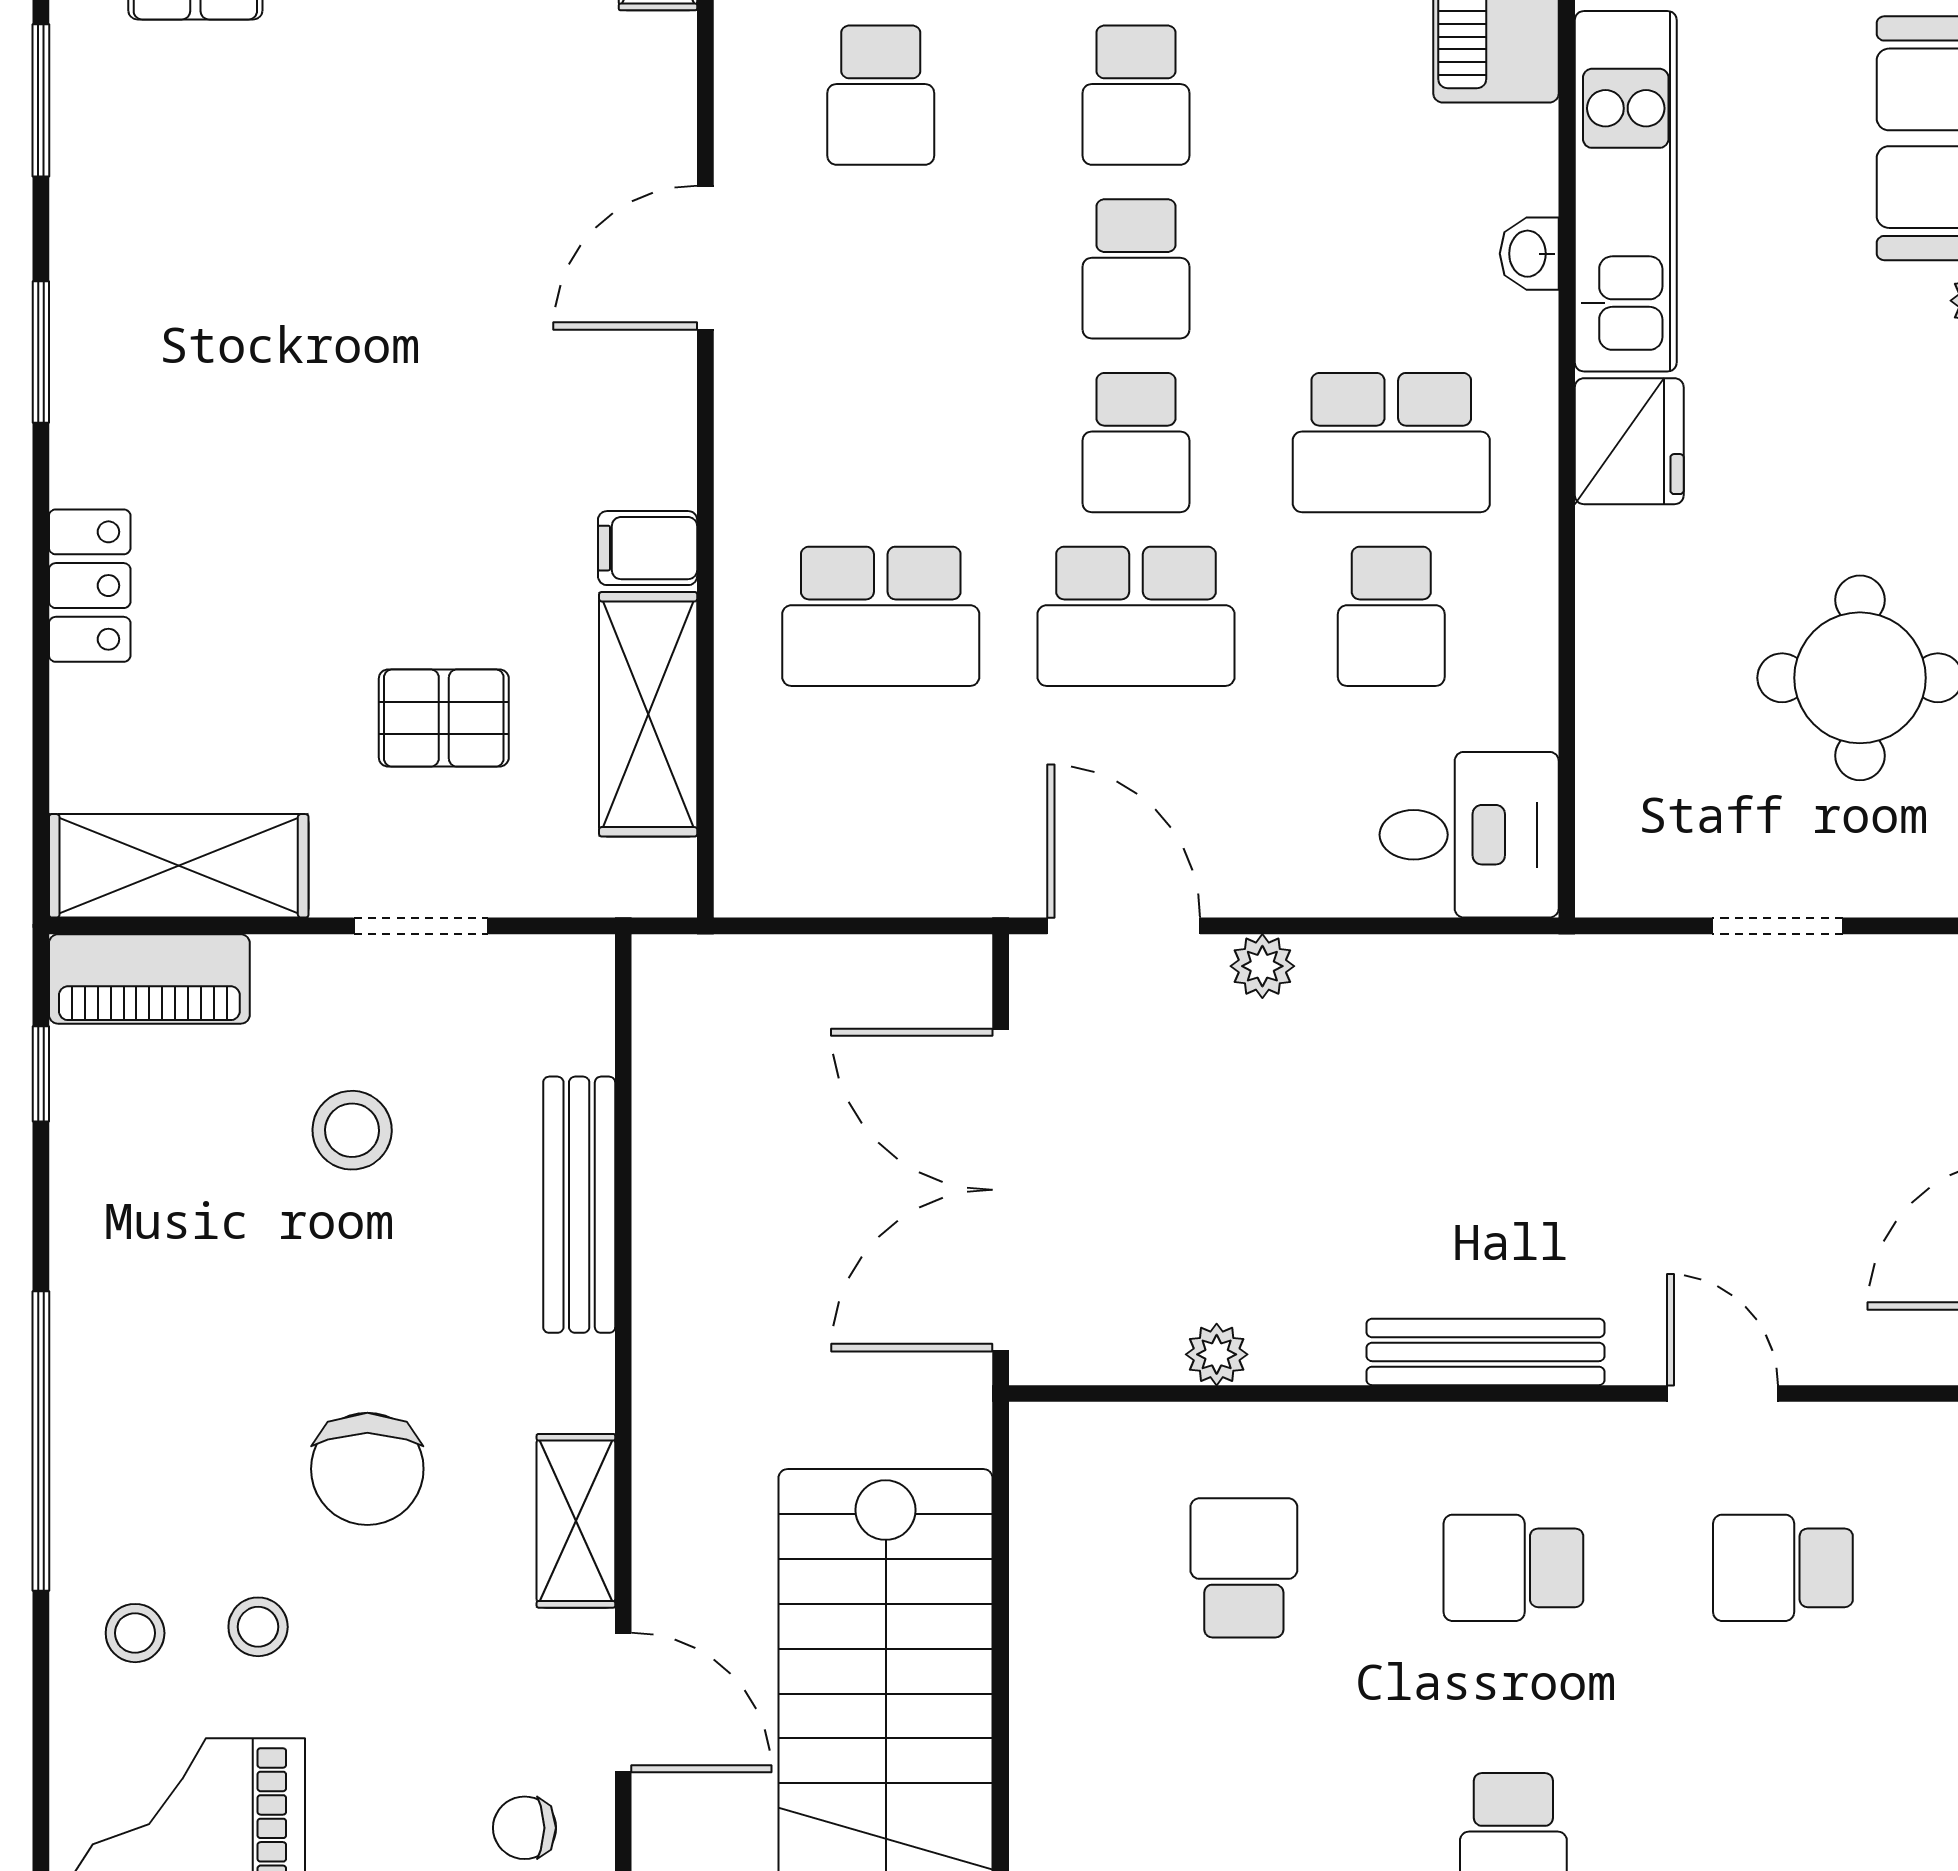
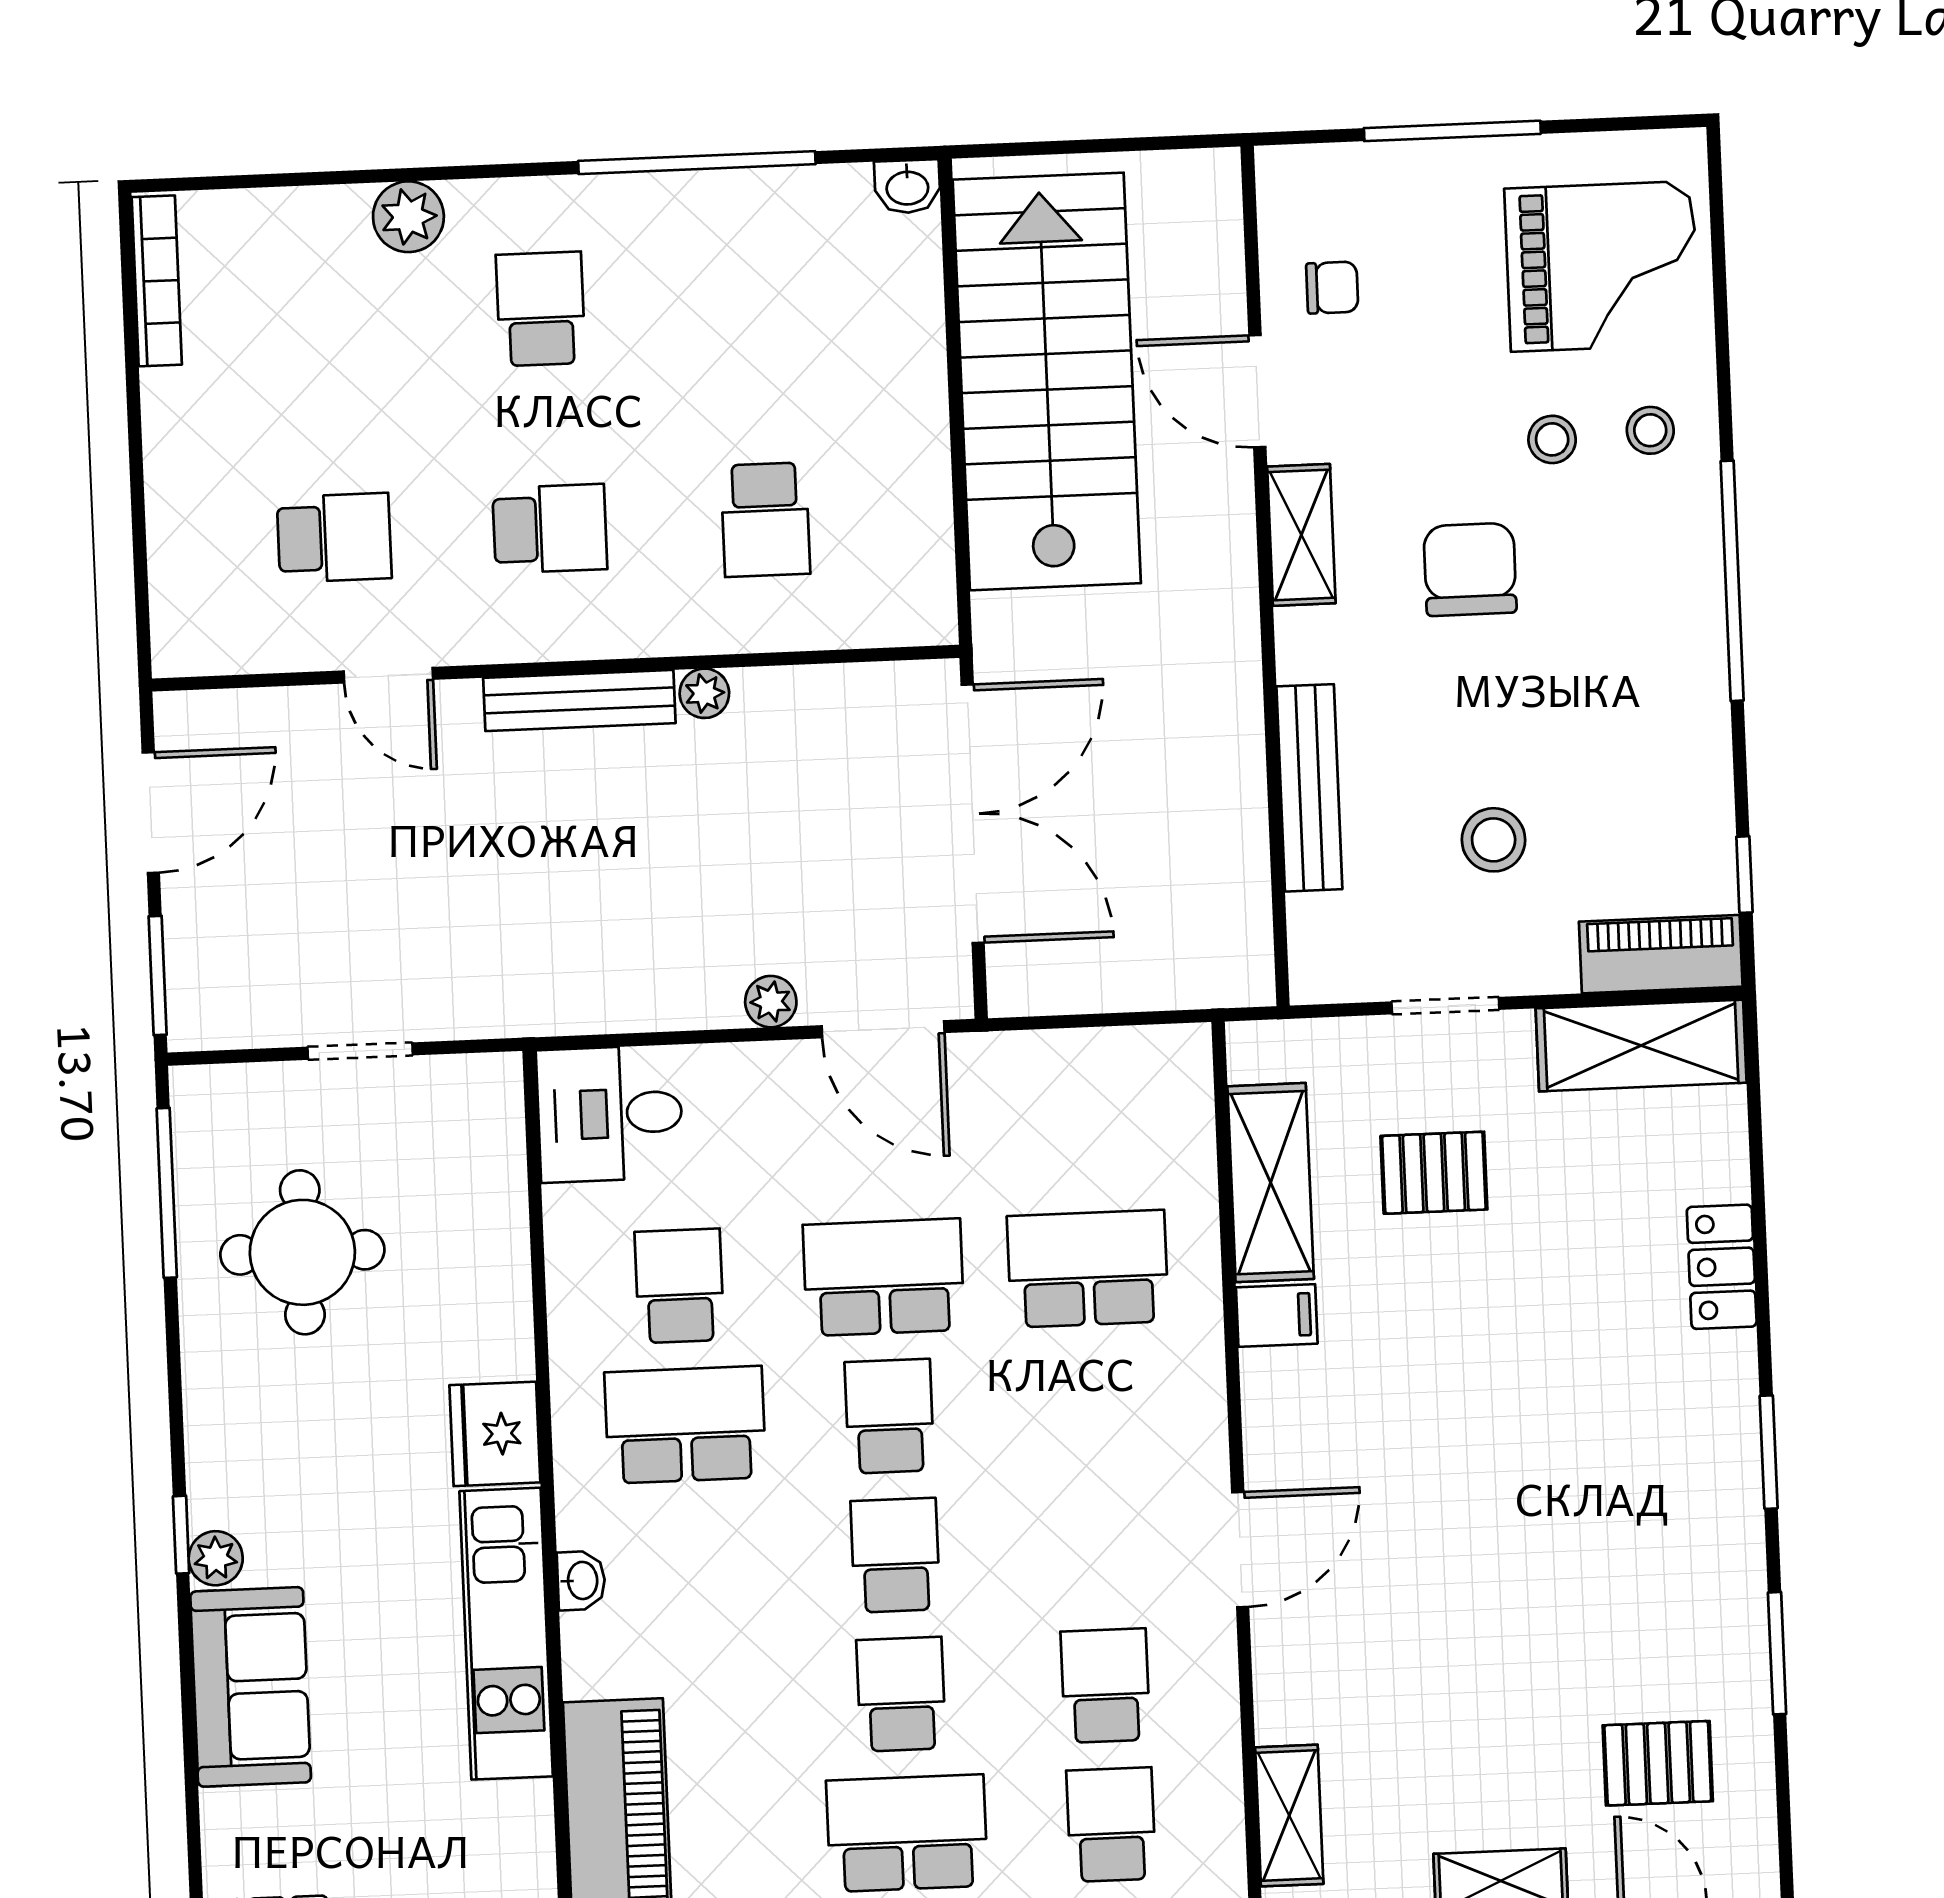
plant: (1217, 1354) -> (704, 693), moved

